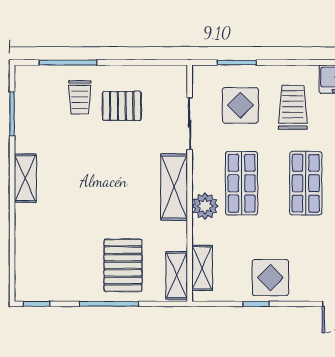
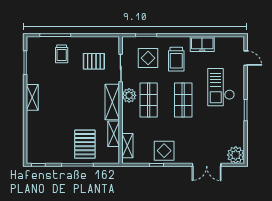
pallet: (122, 106) -> (94, 61), moved
trolley: (293, 107) -> (176, 59), turned 180
plant: (205, 206) -> (129, 95), moved
shelving: (177, 275) -> (114, 134), moved

